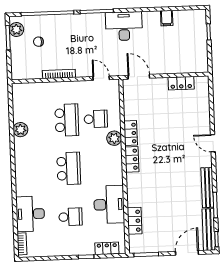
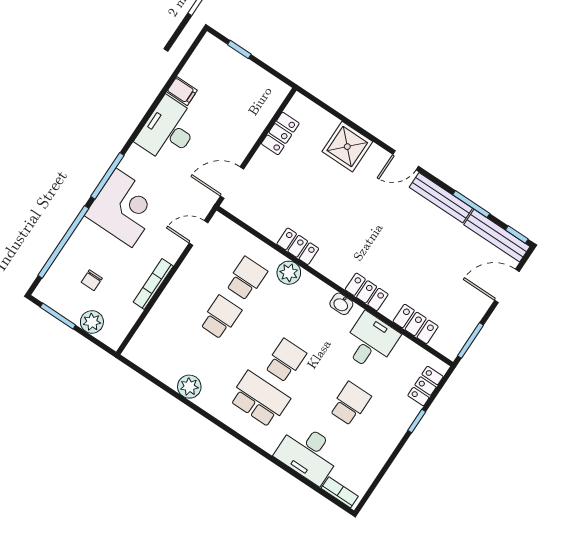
desk: (124, 26) -> (168, 130), moved
plant: (16, 29) -> (92, 322), moved
corner desk: (87, 31) -> (124, 208), added
school desk: (67, 120) -> (221, 317), width x0.54
shower: (199, 122) -> (347, 147), added
door: (213, 143) -> (406, 160), moved
locker: (132, 159) -> (367, 292), moved
school desk: (69, 168) -> (285, 360), width x0.54
school desk: (40, 170) -> (259, 399), added
washbasin: (118, 176) -> (341, 304), added
desk: (109, 204) -> (370, 342), width x0.73
door: (187, 253) -> (507, 286), hinge flipped

